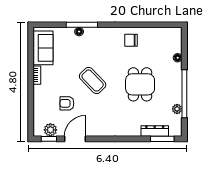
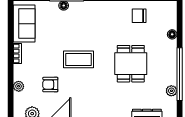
chair: (131, 40) -> (139, 16), moved
coffee table: (93, 81) -> (79, 59), turned -46
plant: (38, 105) -> (19, 86), added

